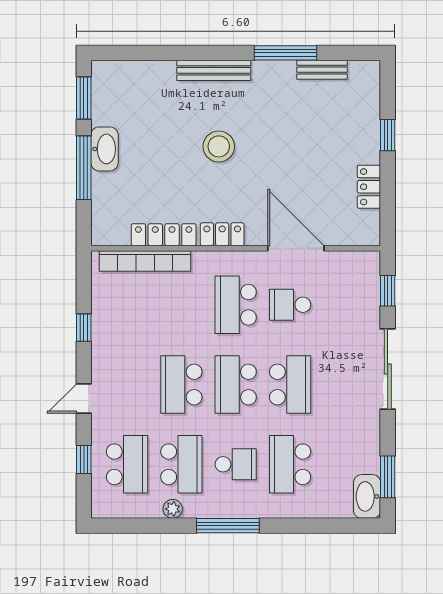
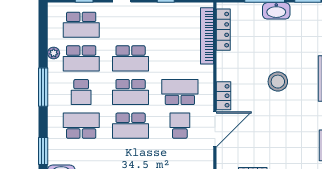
locker: (222, 234) -> (223, 96), moved
locker: (164, 235) -> (223, 30), moved
school desk: (181, 385) -> (131, 58), turned 180
school desk: (236, 385) -> (131, 92), turned 180
window: (331, 526) -> (43, 151), added

